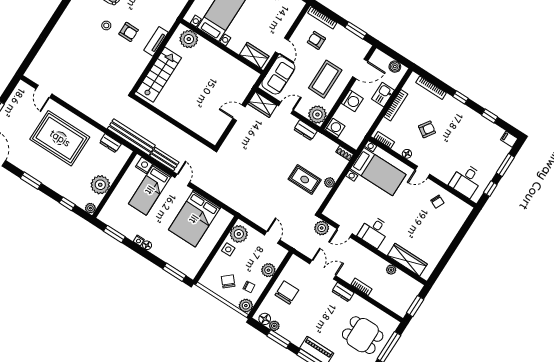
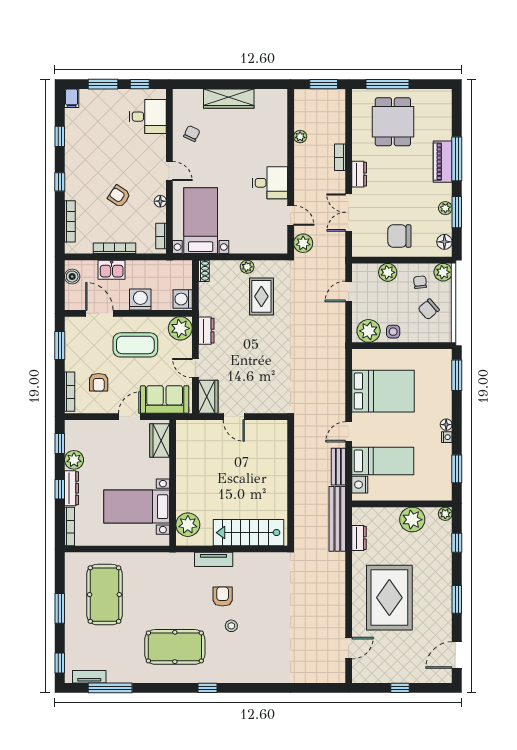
wardrobe: (407, 260) -> (229, 99), moved, turned -90
plant: (274, 326) -> (445, 208), moved

